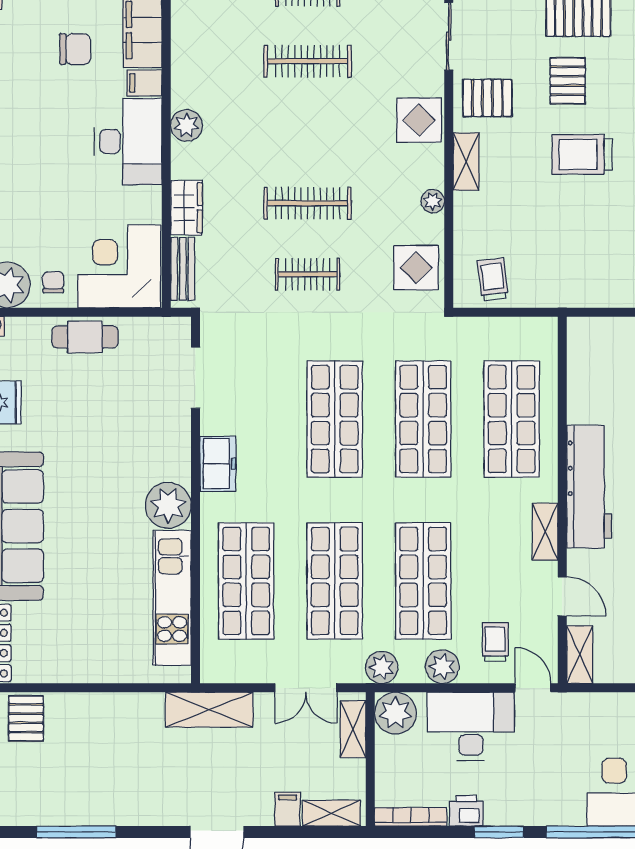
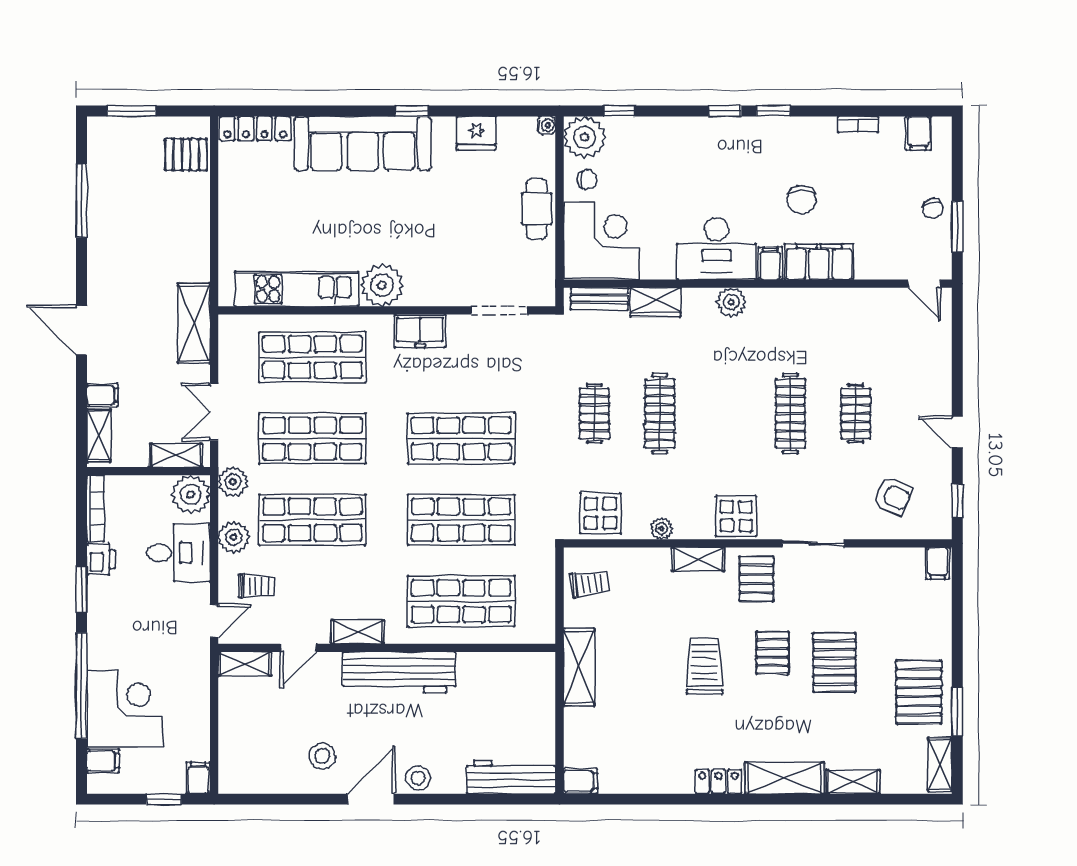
pallet: (568, 81) -> (772, 653), turned 90
shelving: (583, 291) -> (579, 667), added
desk: (471, 726) -> (179, 553), width x0.73

